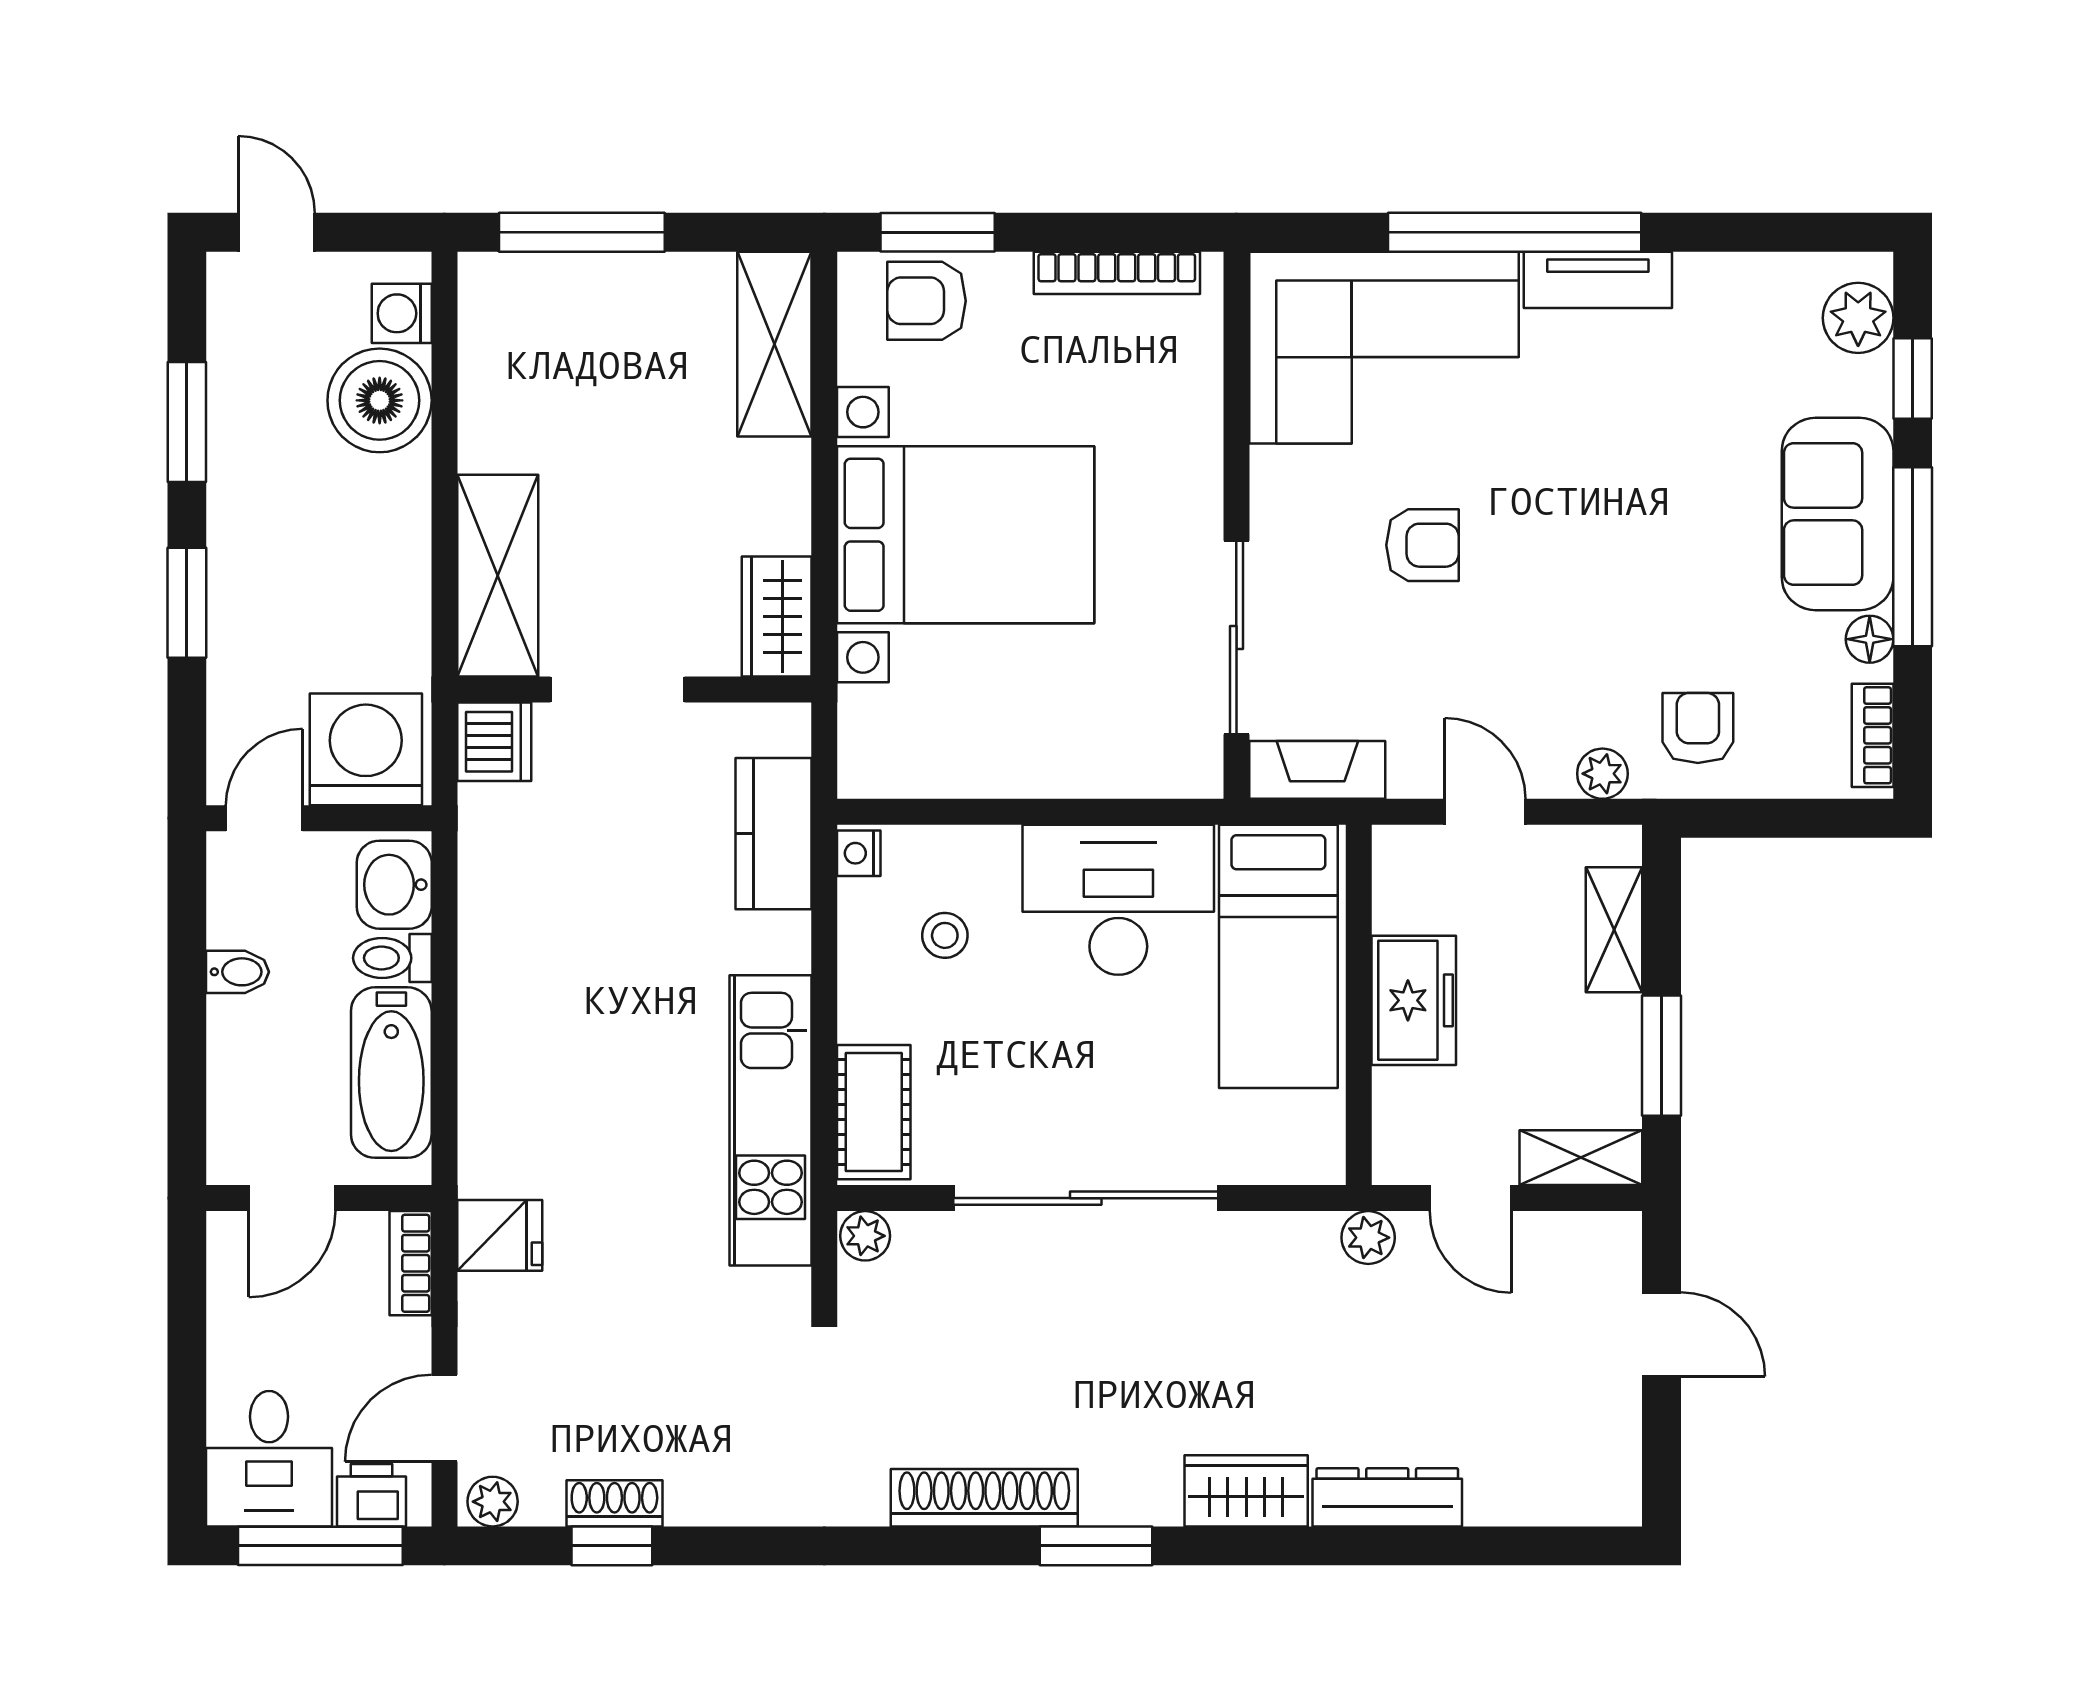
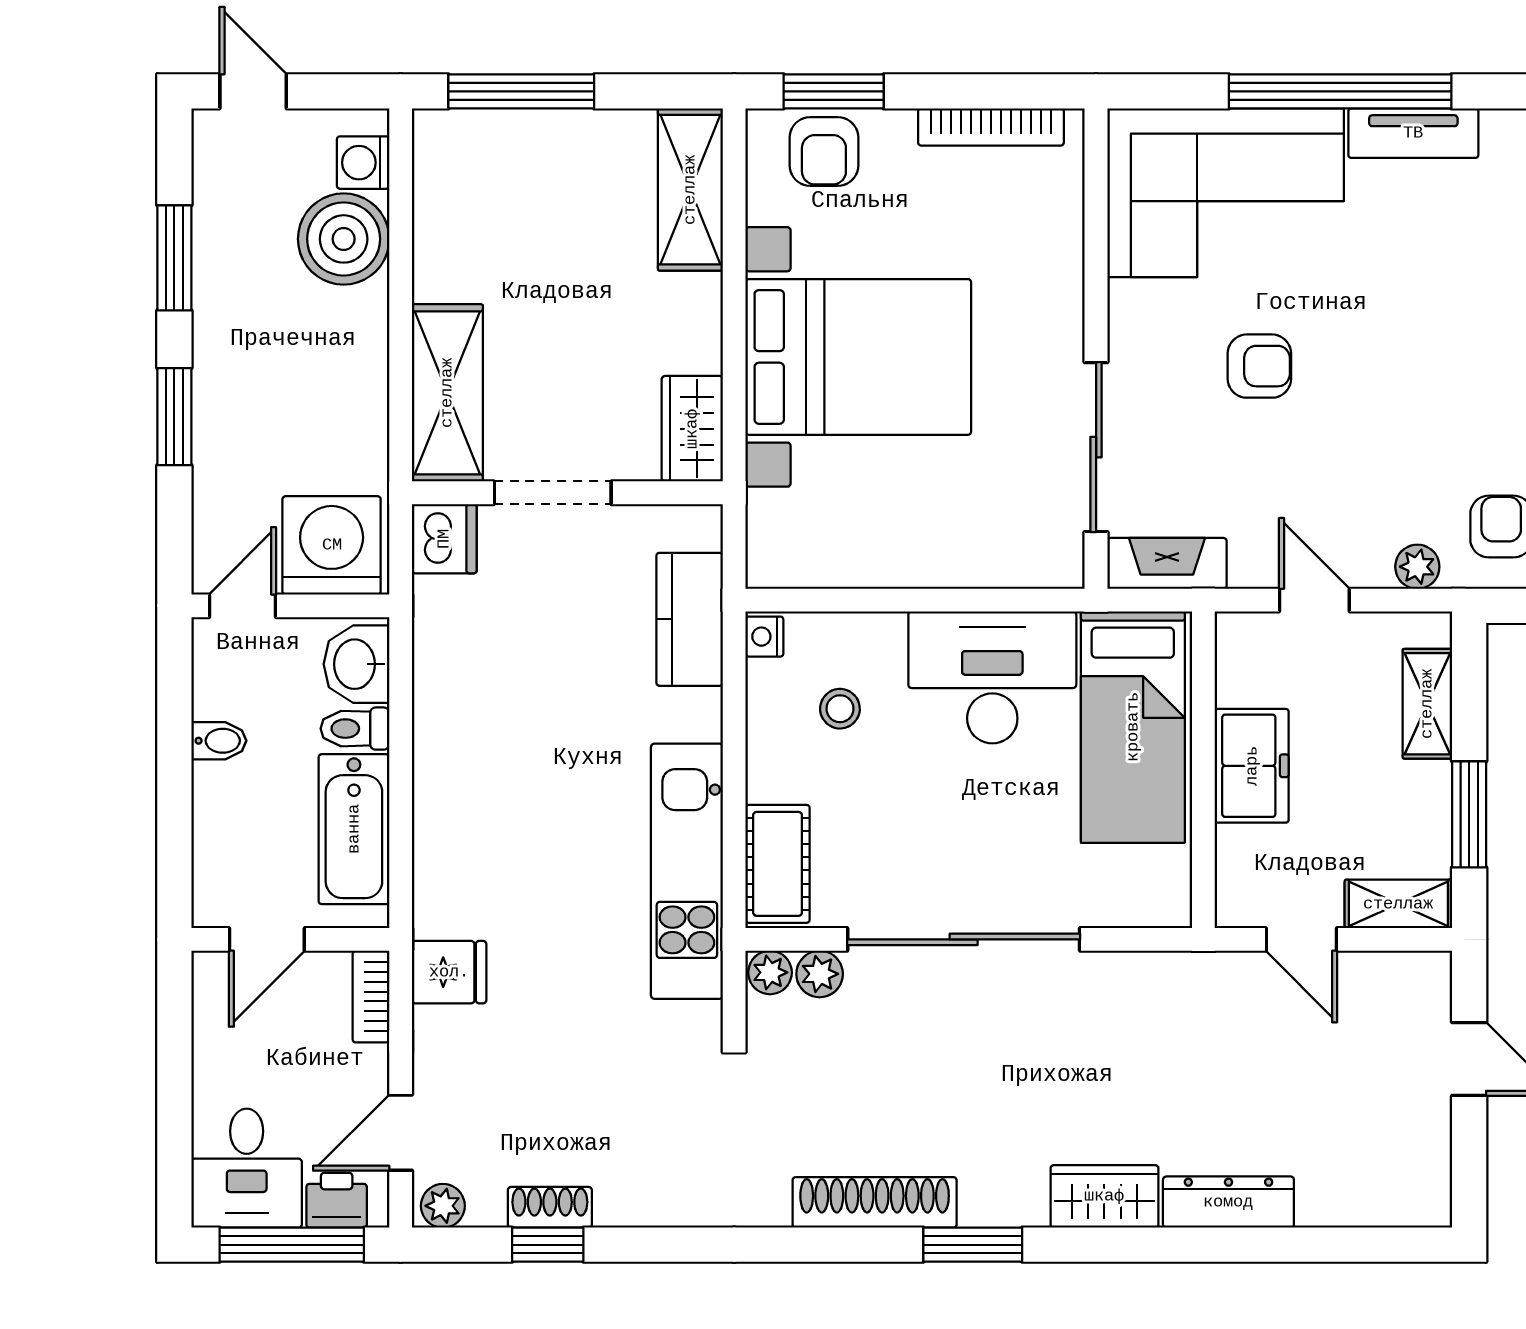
armchair: (927, 301) -> (824, 152), turned -90
plant: (1368, 1238) -> (820, 974), moved

